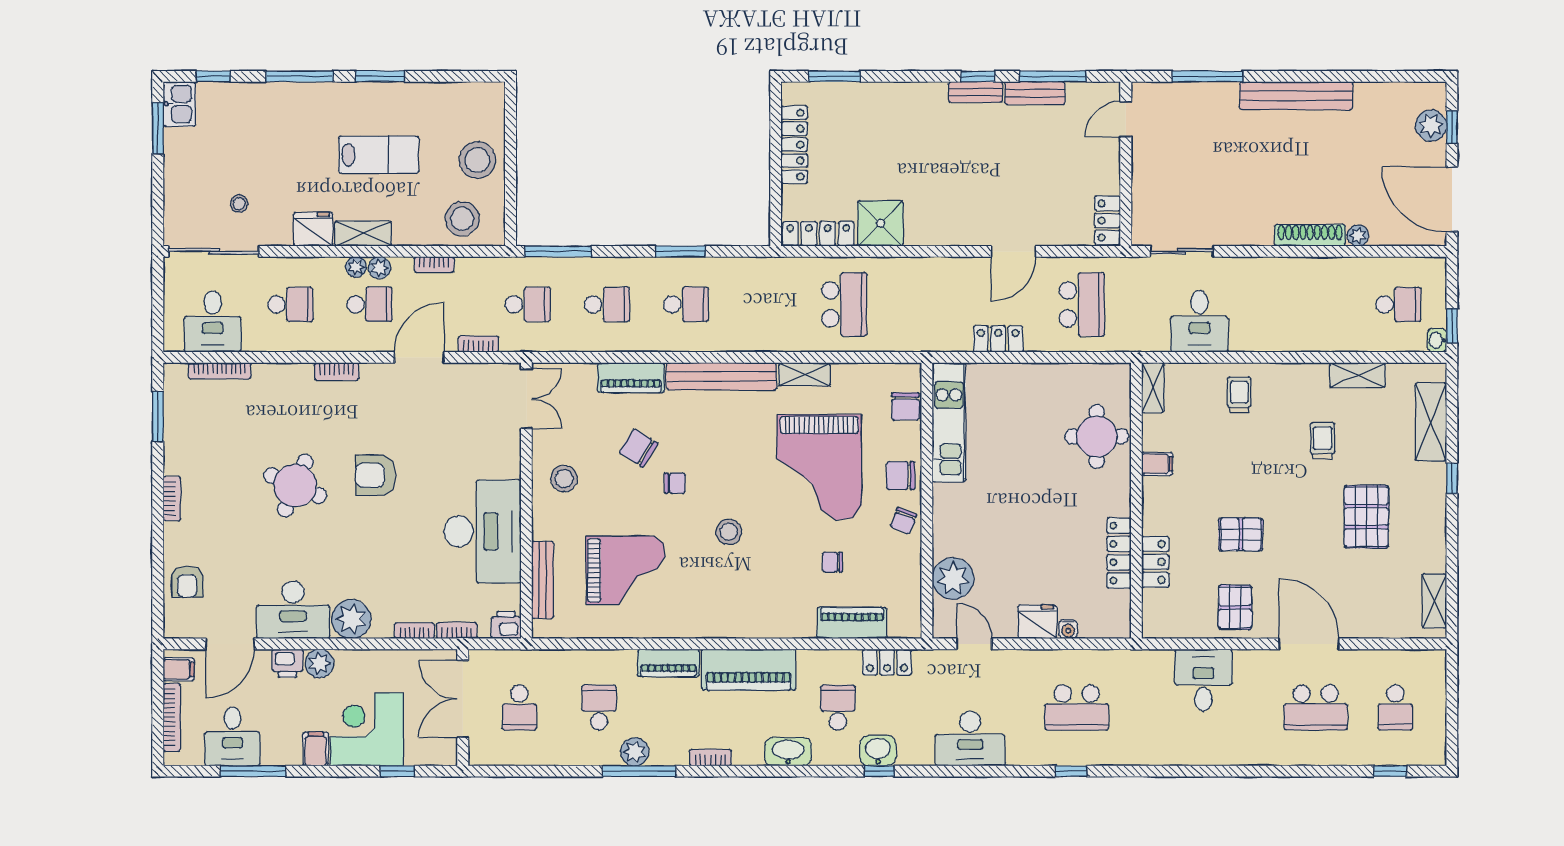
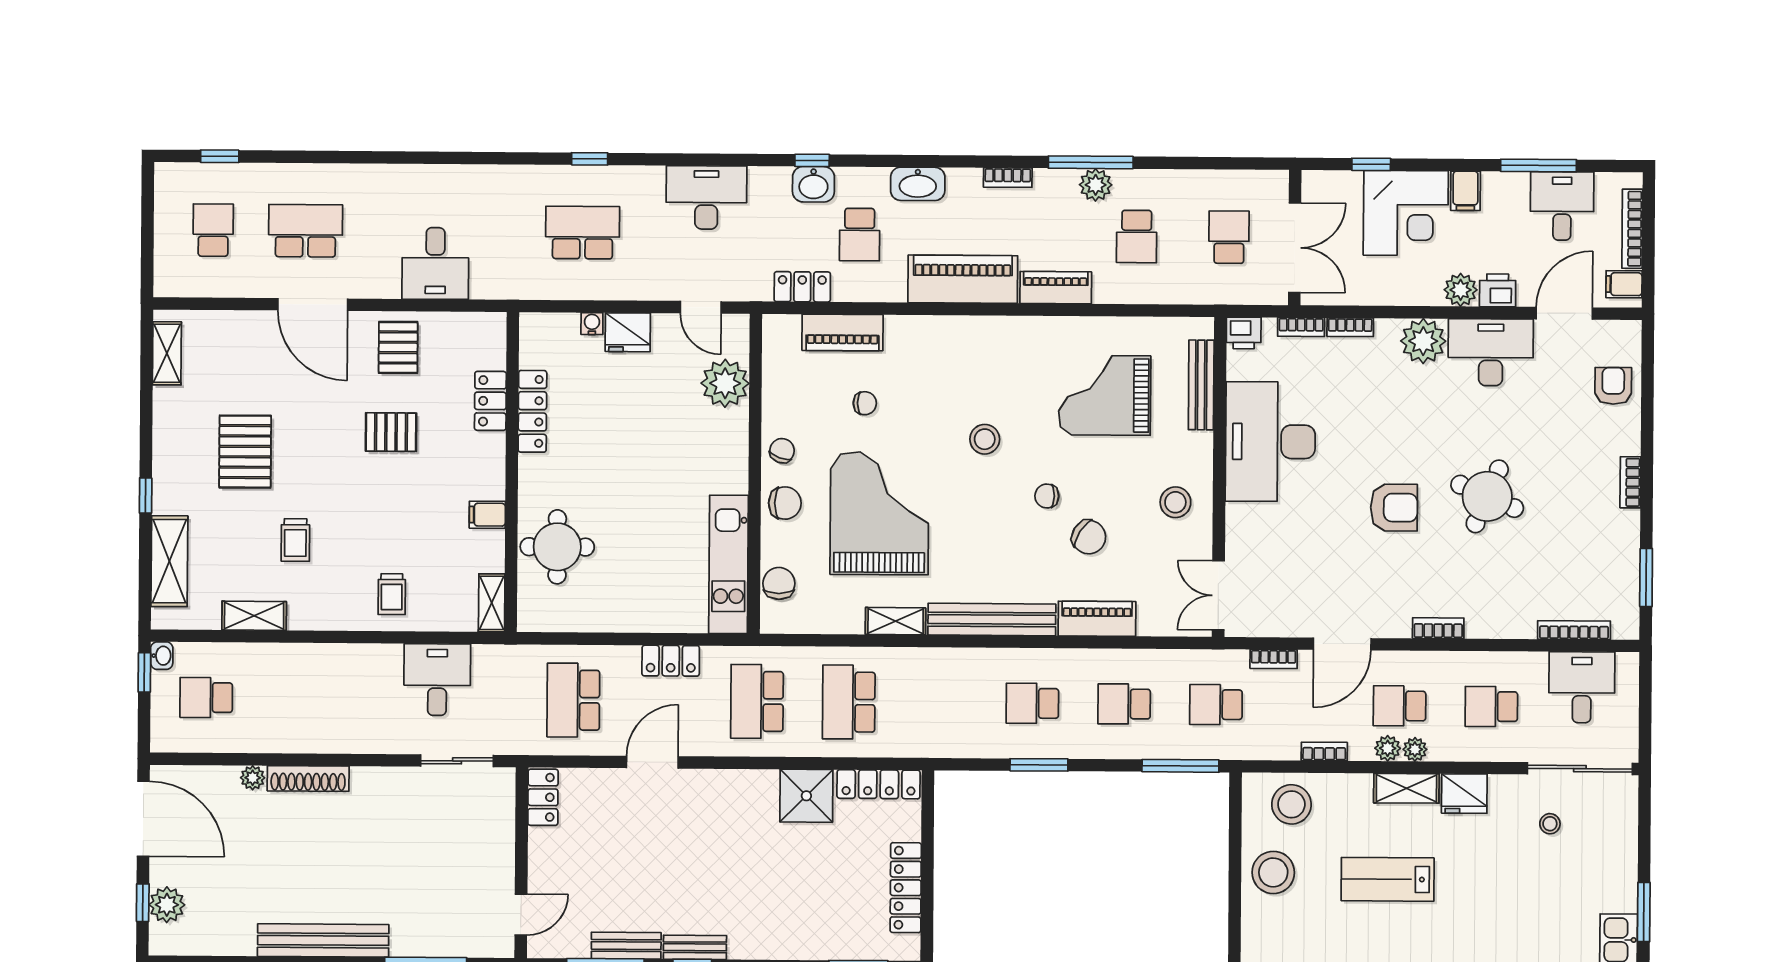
school desk: (924, 304) -> (757, 701), added

